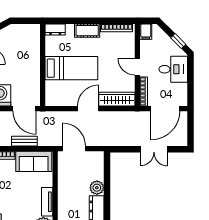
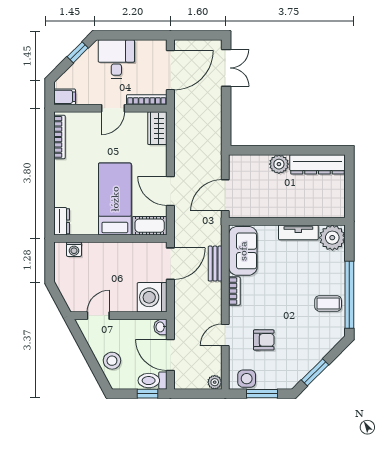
cot: (87, 31) -> (150, 226), moved, turned 90
washing machine: (35, 38) -> (74, 249), added
wardrobe: (117, 99) -> (157, 128), width x0.67
door: (88, 109) -> (170, 191), moved
door: (165, 109) -> (170, 70), hinge flipped
double door: (154, 149) -> (226, 68), moved

